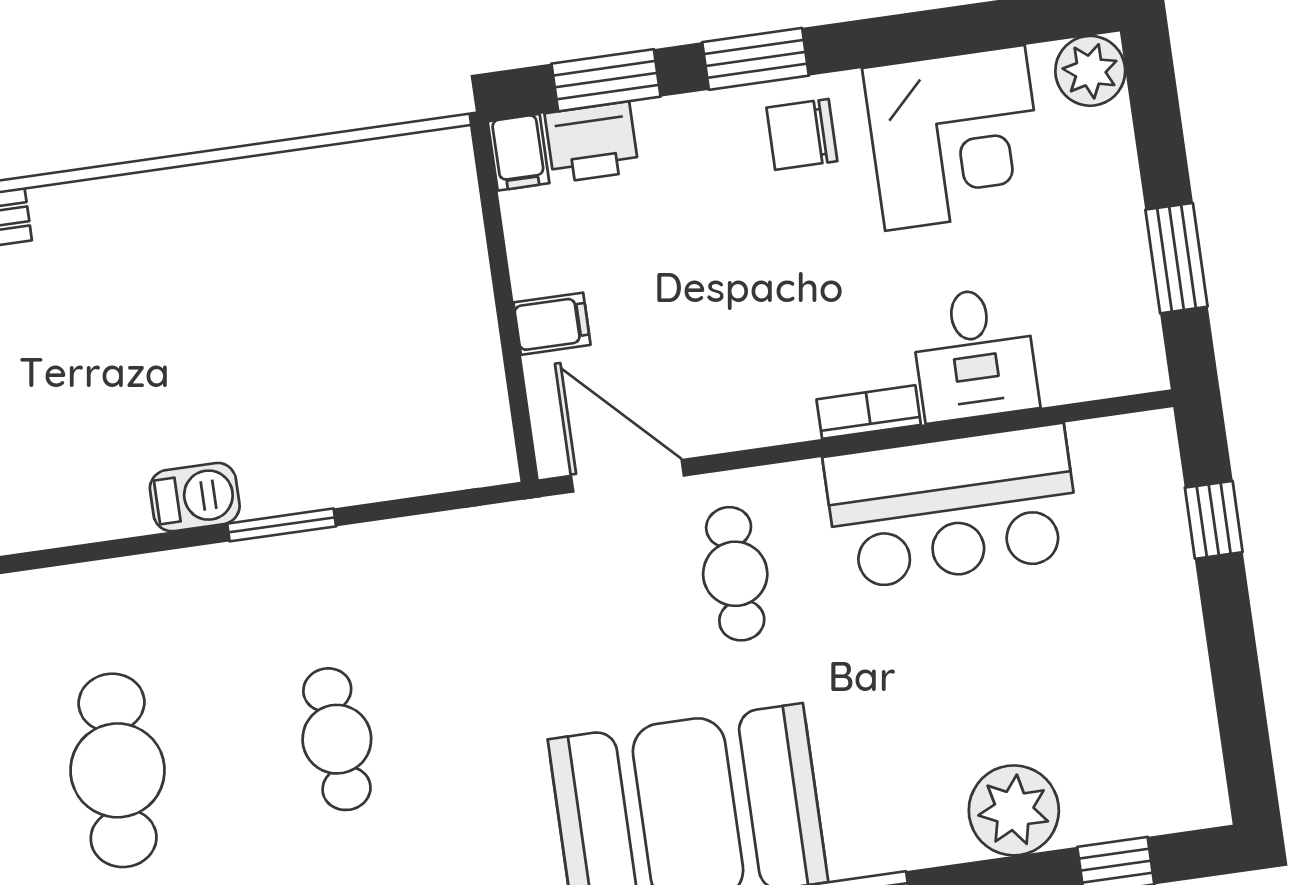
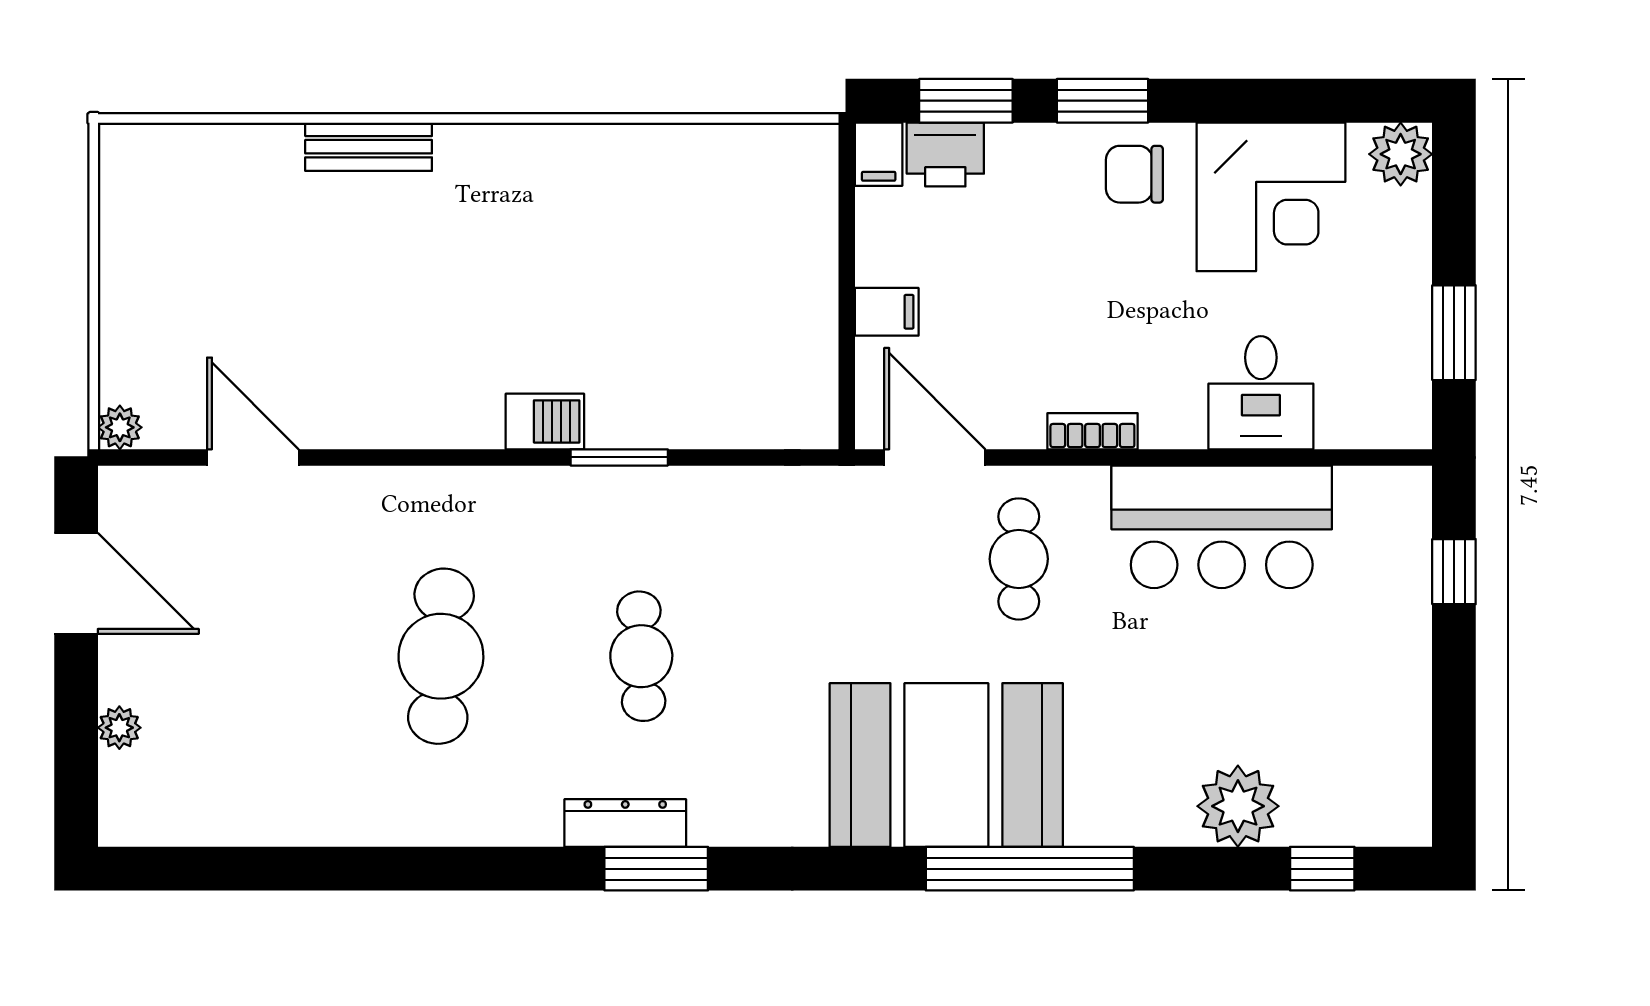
bookcase: (869, 412) -> (1092, 431), moved

